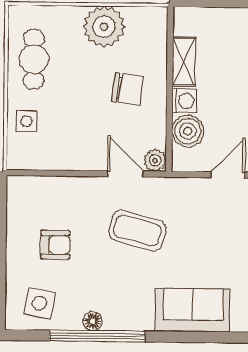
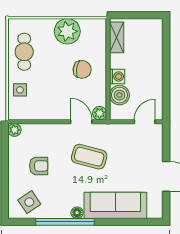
shelving: (184, 62) -> (117, 37), moved
plant: (17, 186) -> (15, 130), added
side table: (40, 303) -> (29, 202), turned 45
sofa: (193, 310) -> (115, 205), width x1.36
floor lamp: (93, 321) -> (77, 213), moved

